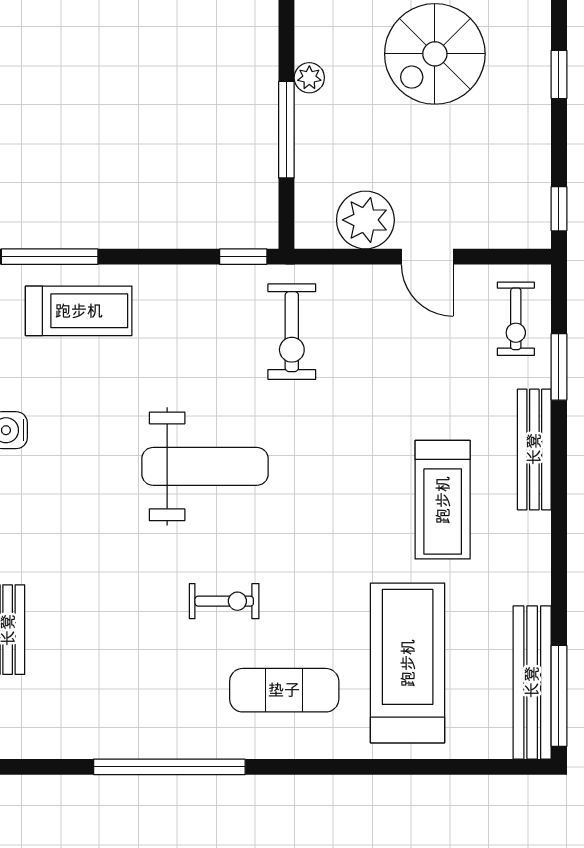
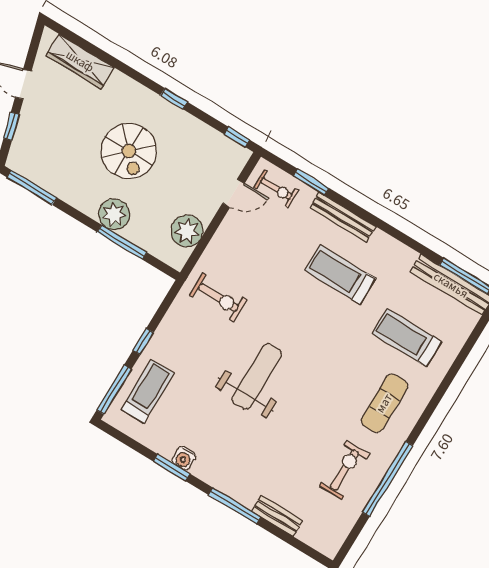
plant: (309, 78) -> (114, 214), width x1.88, depth x1.88
window: (243, 257) -> (143, 342), moved
door: (427, 257) -> (233, 193), moved
treadmill: (443, 500) -> (340, 275), turned 180
exercise bike: (224, 601) -> (344, 470), moved, width x1.38, depth x1.39
treadmill: (408, 663) -> (407, 338), width x0.73, depth x0.73

